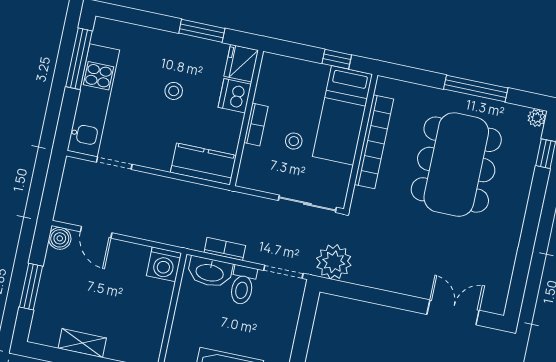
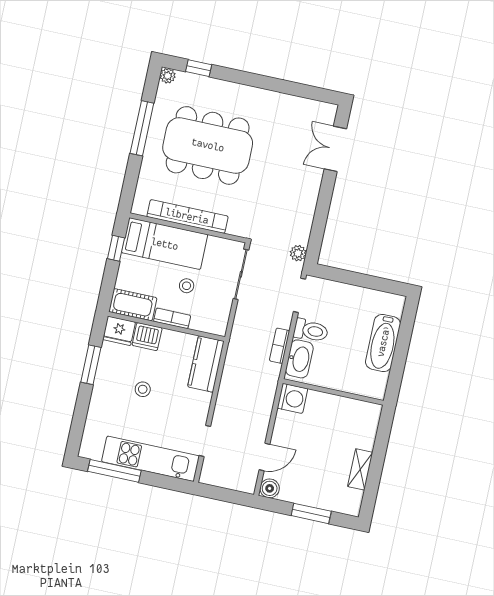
cot: (271, 79) -> (133, 305), added
plant: (334, 262) -> (298, 253), width x0.53, depth x0.53

